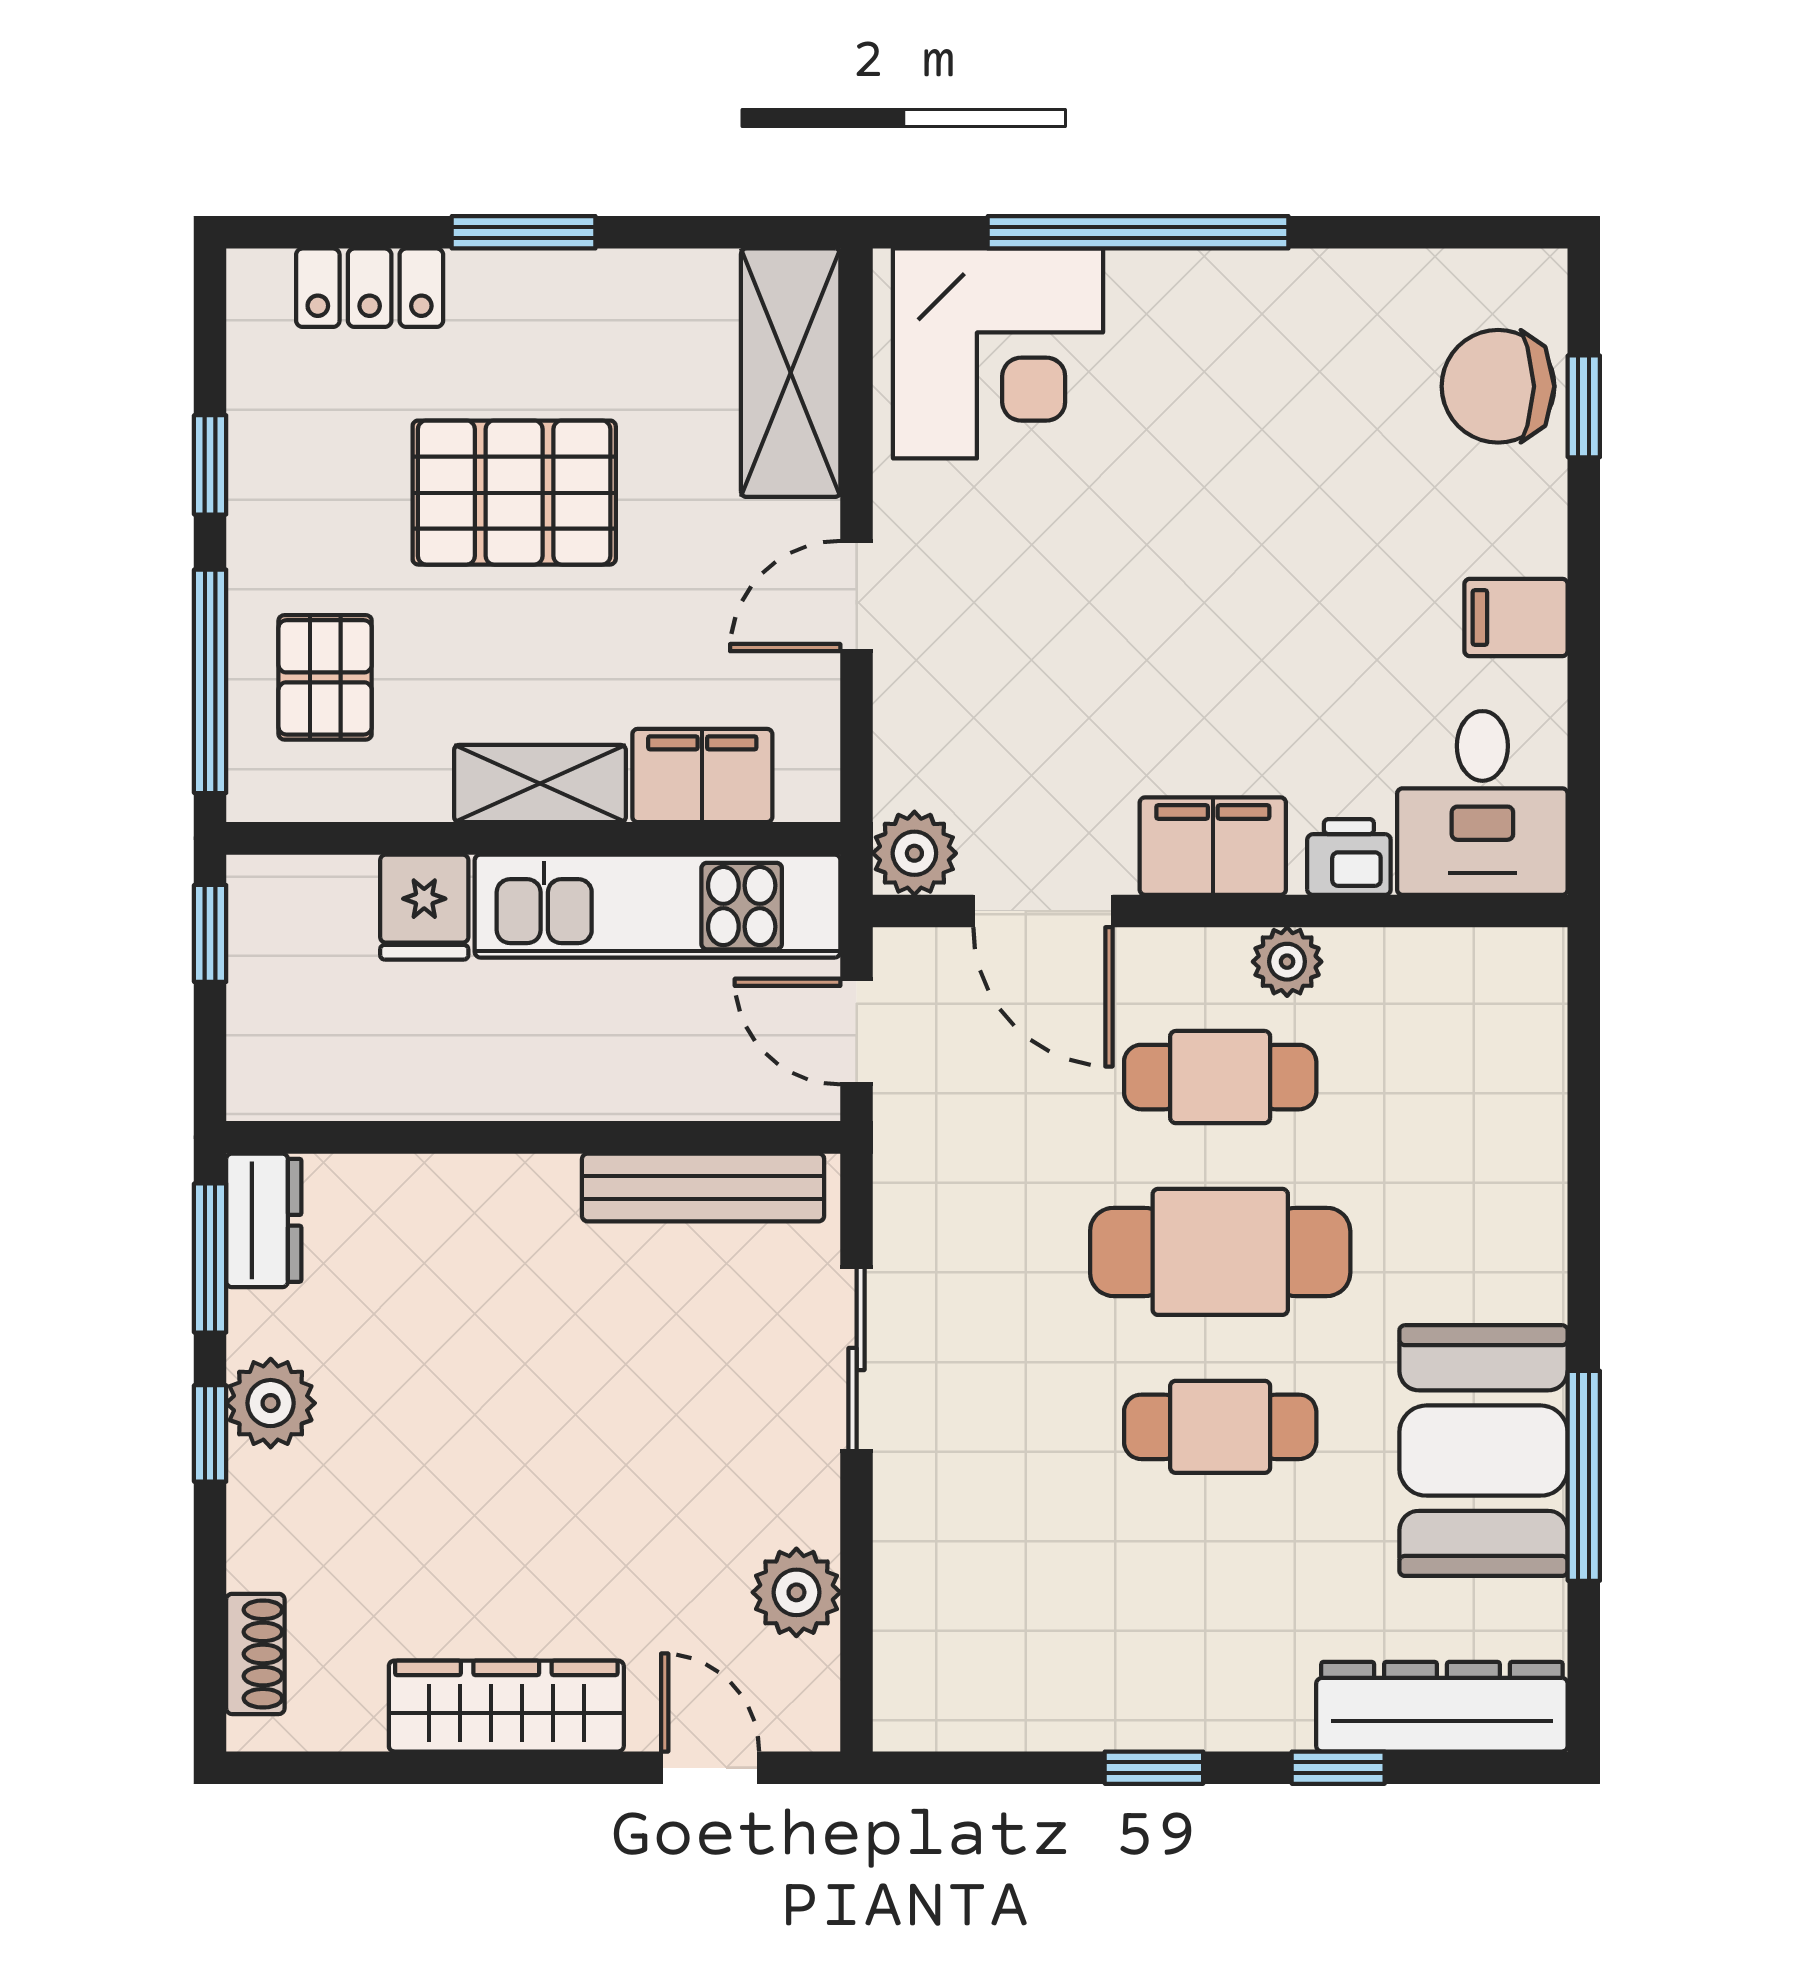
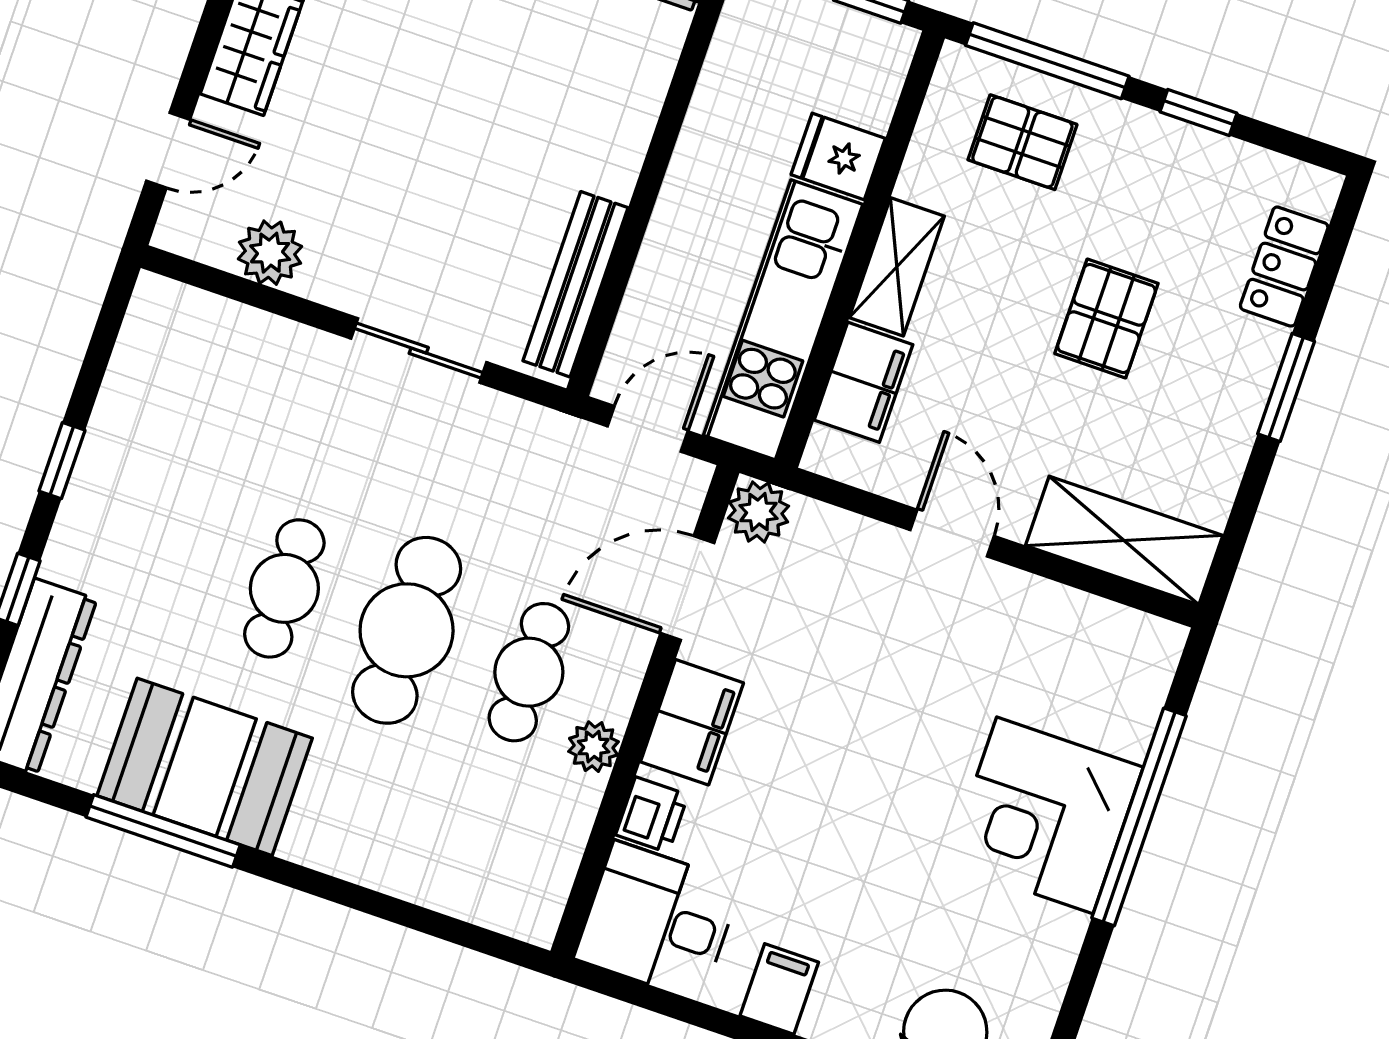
corner desk: (998, 353) -> (1045, 815), moved
pallet: (514, 493) -> (1106, 319), width x0.67, depth x0.71

